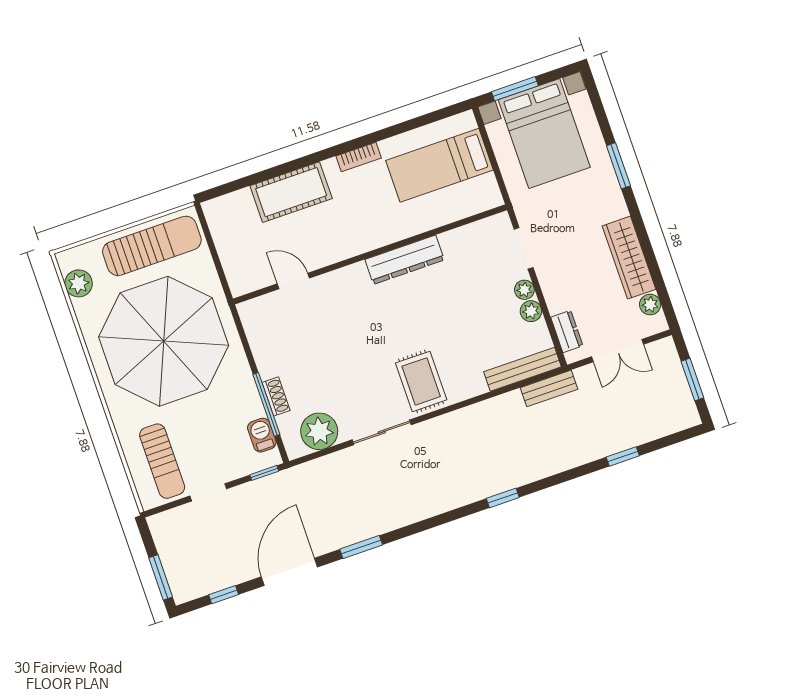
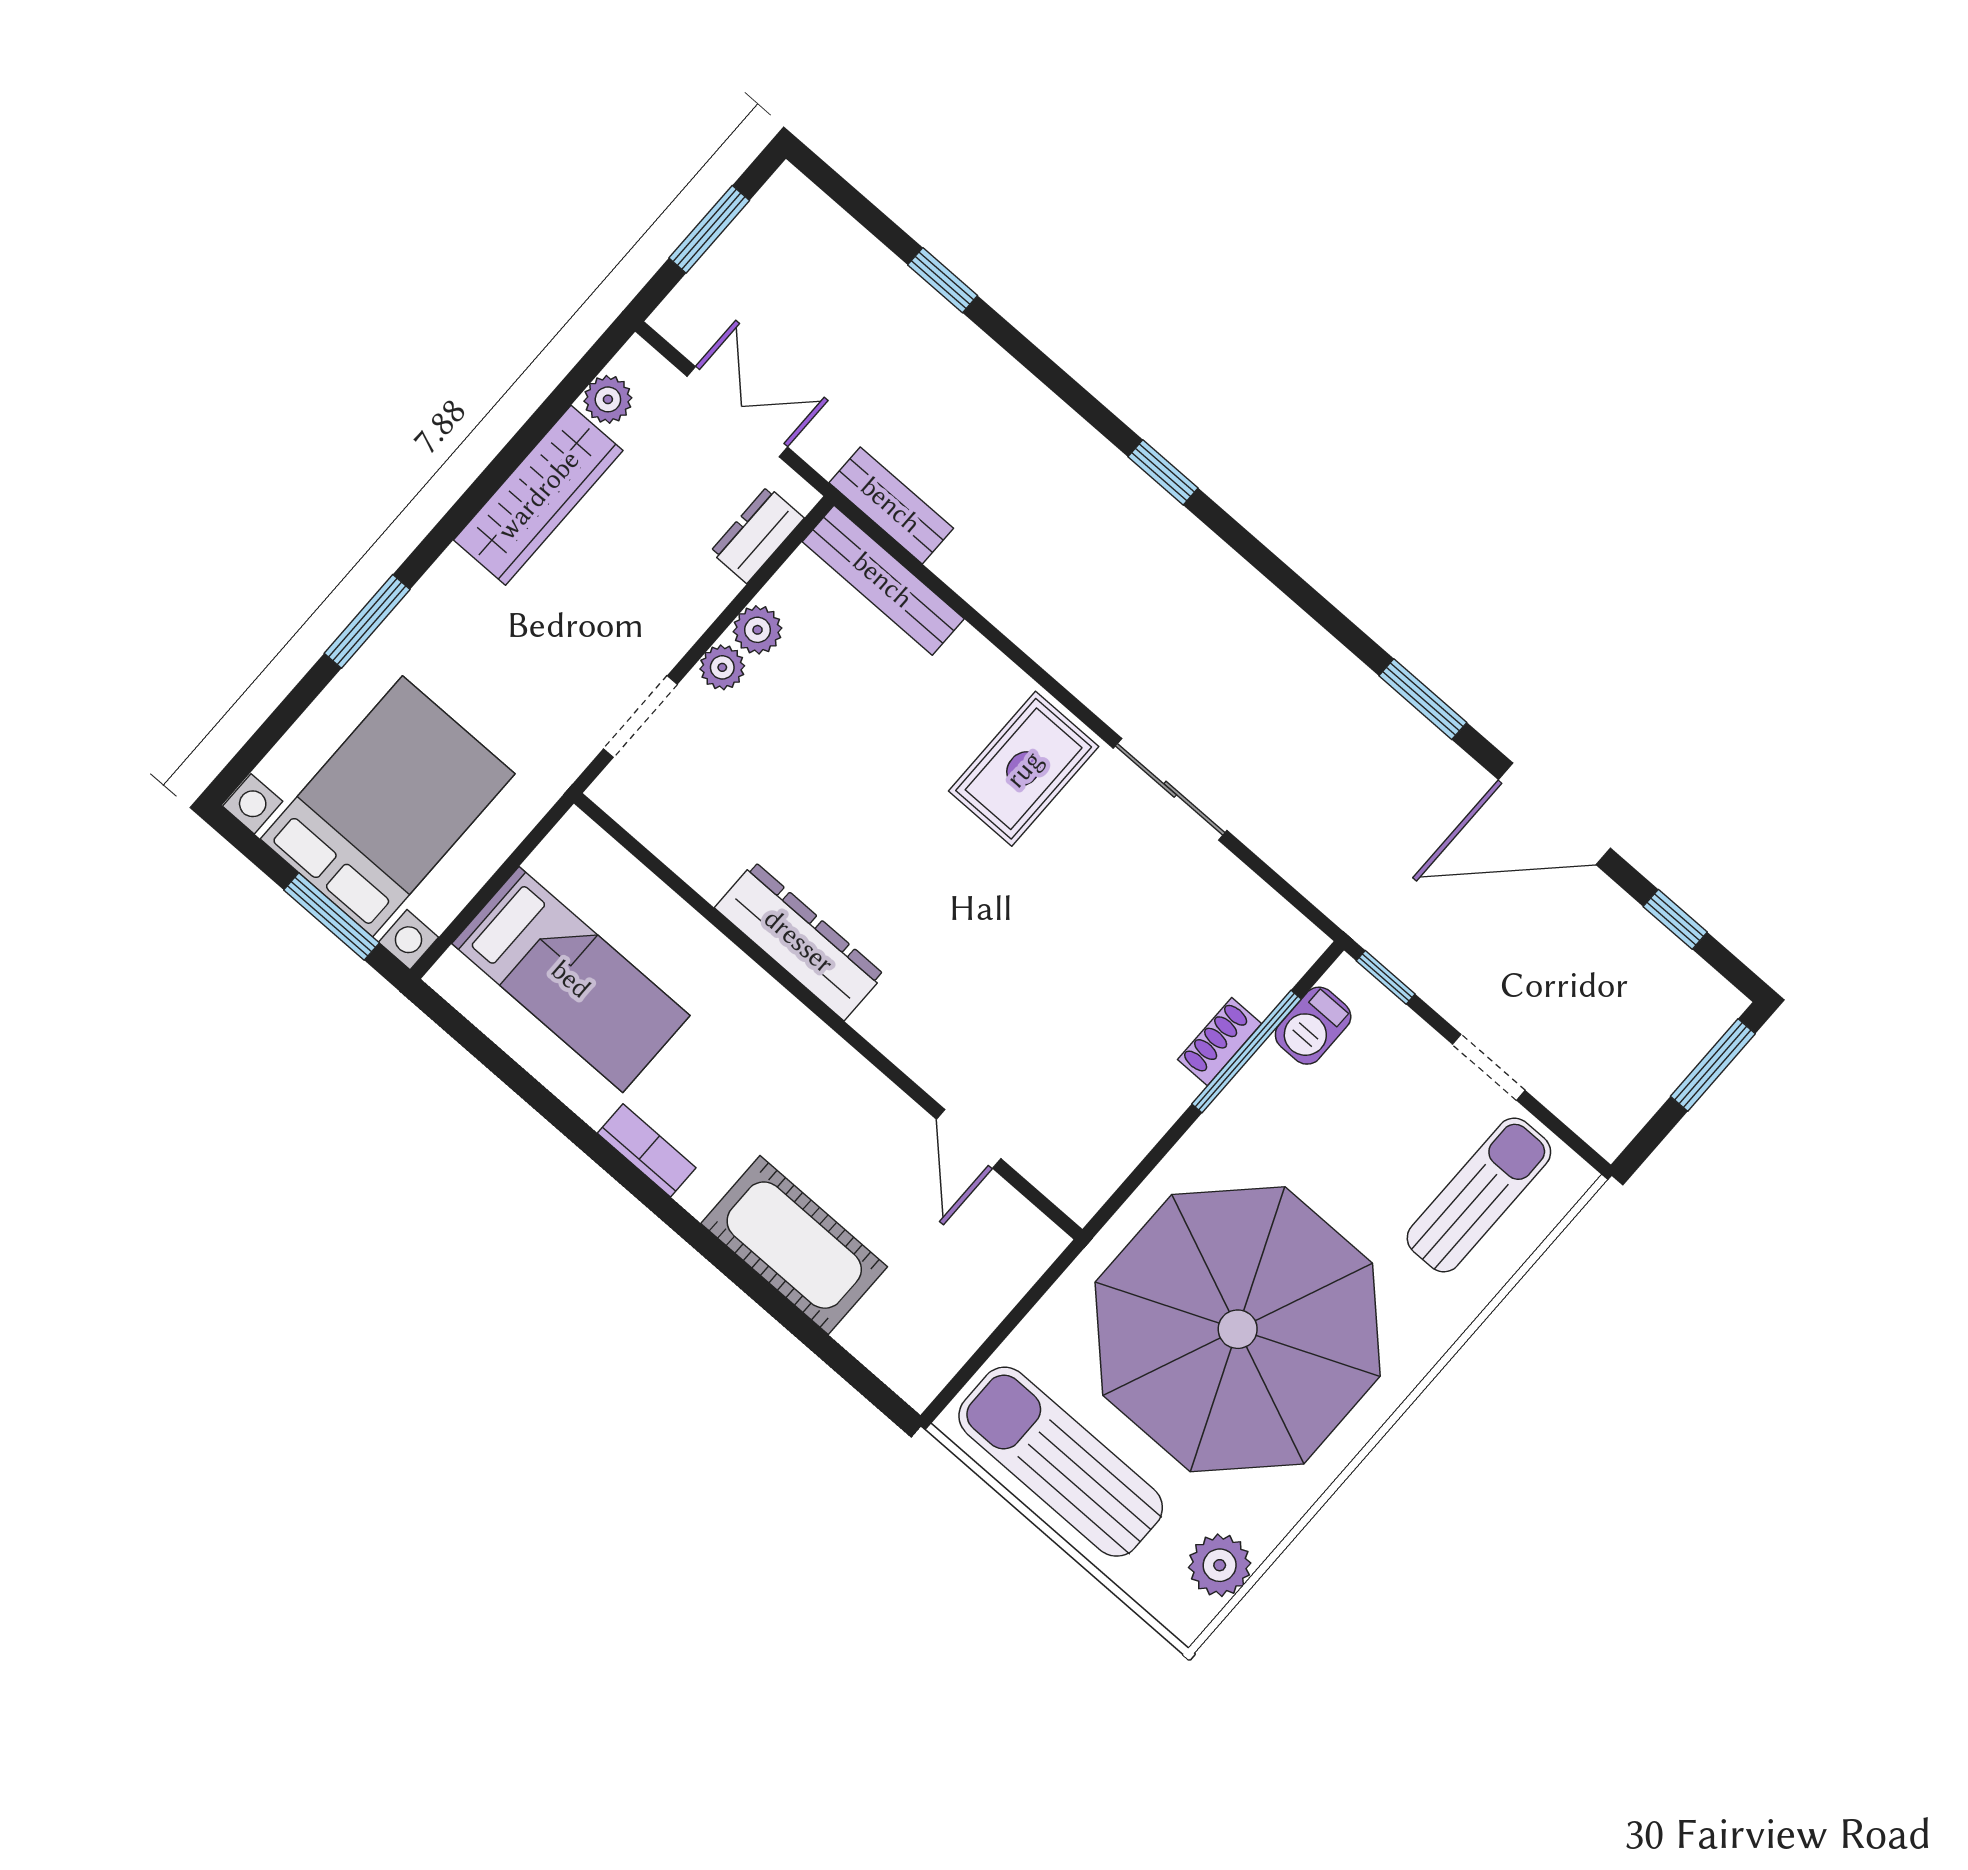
plant: (319, 431) -> (1240, 915), removed

